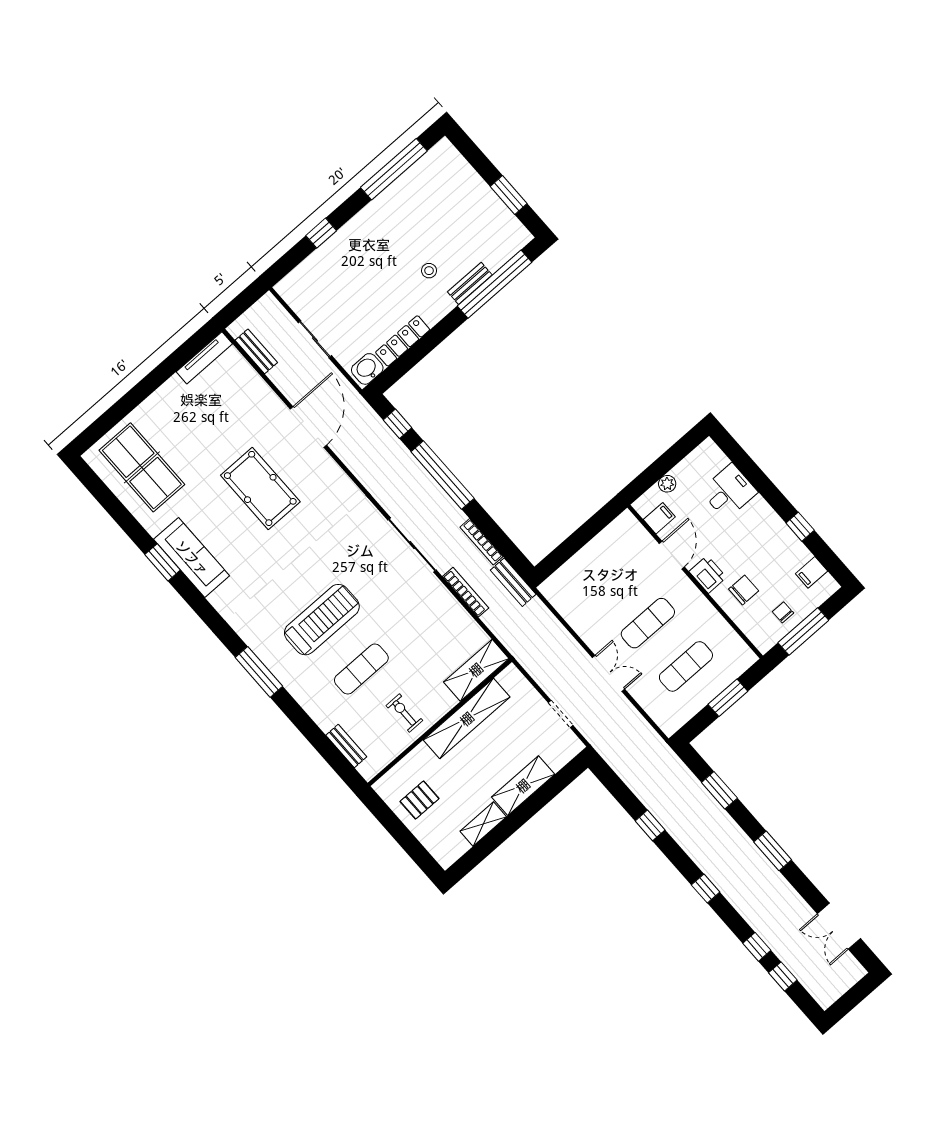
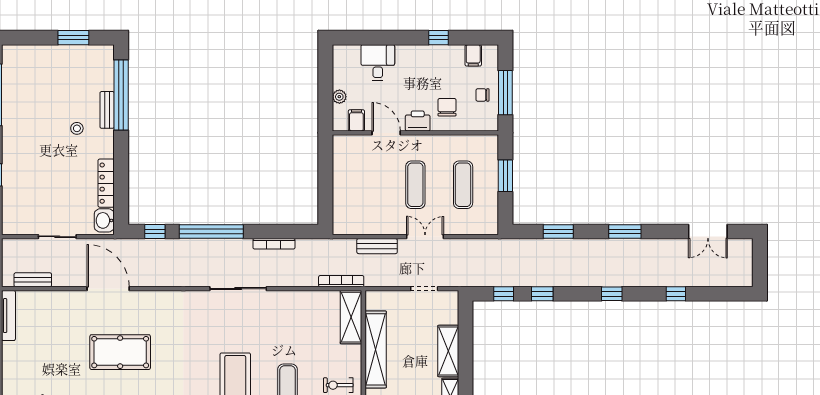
bench: (513, 582) -> (377, 246), moved
bookcase: (466, 592) -> (341, 281), moved
window: (783, 976) -> (504, 294), moved

